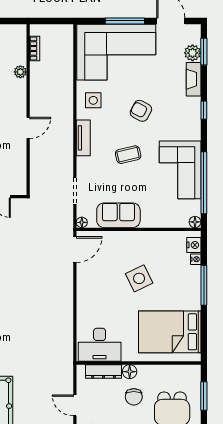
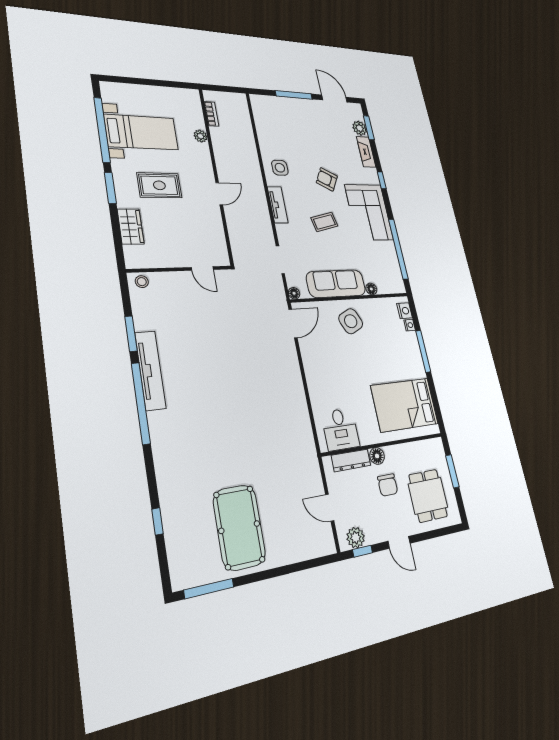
corner sofa: (116, 52) -> (292, 123), removed
corner sofa: (180, 170) -> (369, 212), moved
sofa: (118, 215) -> (336, 284), width x1.36
floor lamp: (195, 222) -> (371, 289), moved
side table: (139, 278) -> (351, 321), moved
desk: (100, 345) -> (340, 429), width x0.73

